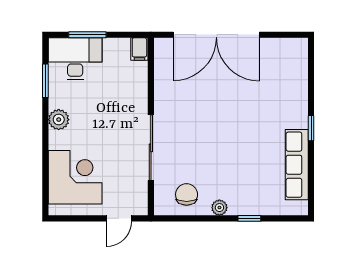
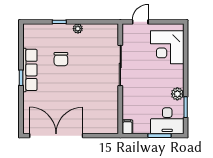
double door: (216, 35) -> (56, 136), moved
plant: (59, 120) -> (177, 94), moved
row of seats: (297, 165) -> (30, 70), moved
chair: (187, 194) -> (61, 59), moved

